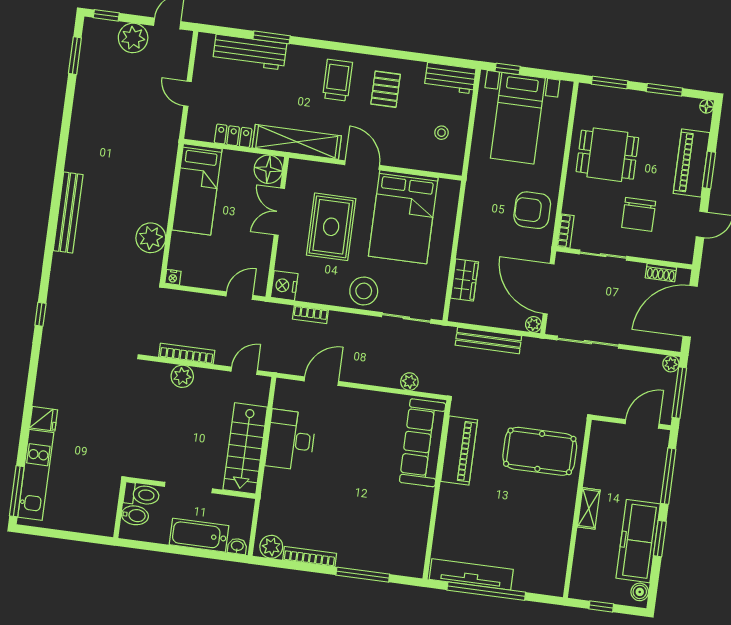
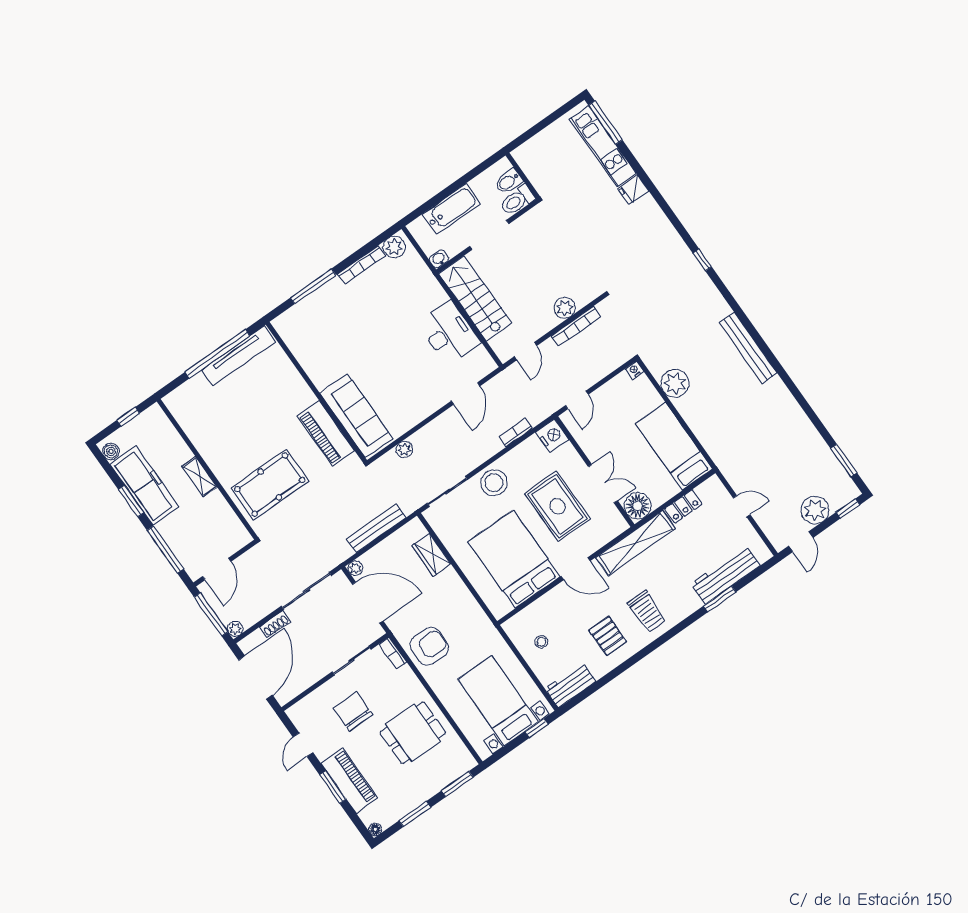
shoe rack: (661, 273) -> (275, 624), moved, turned 180
washbasin: (237, 546) -> (439, 259), moved, turned 180

